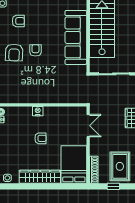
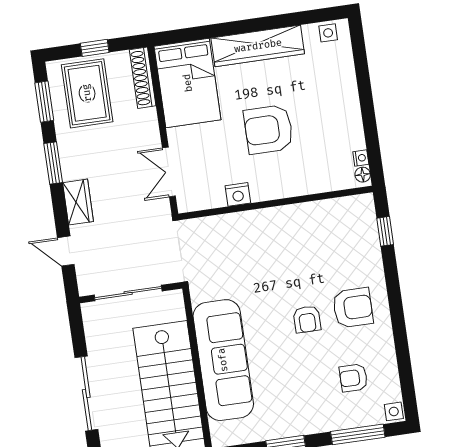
armchair: (14, 53) -> (353, 308), turned 88
nightstand: (38, 111) -> (238, 194), moved
armchair: (40, 138) -> (269, 129), width x1.88, depth x1.88

